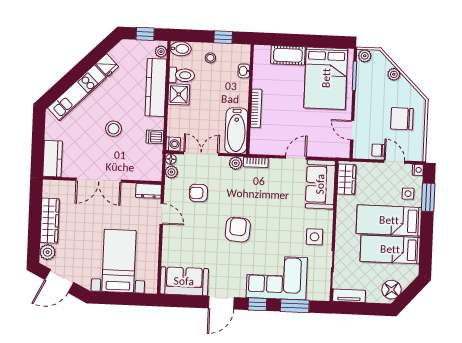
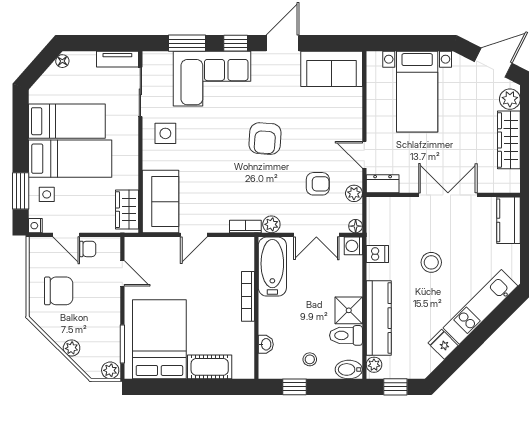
plant: (171, 172) -> (354, 193), moved
floor lamp: (391, 290) -> (62, 61), width x0.53, depth x0.53

